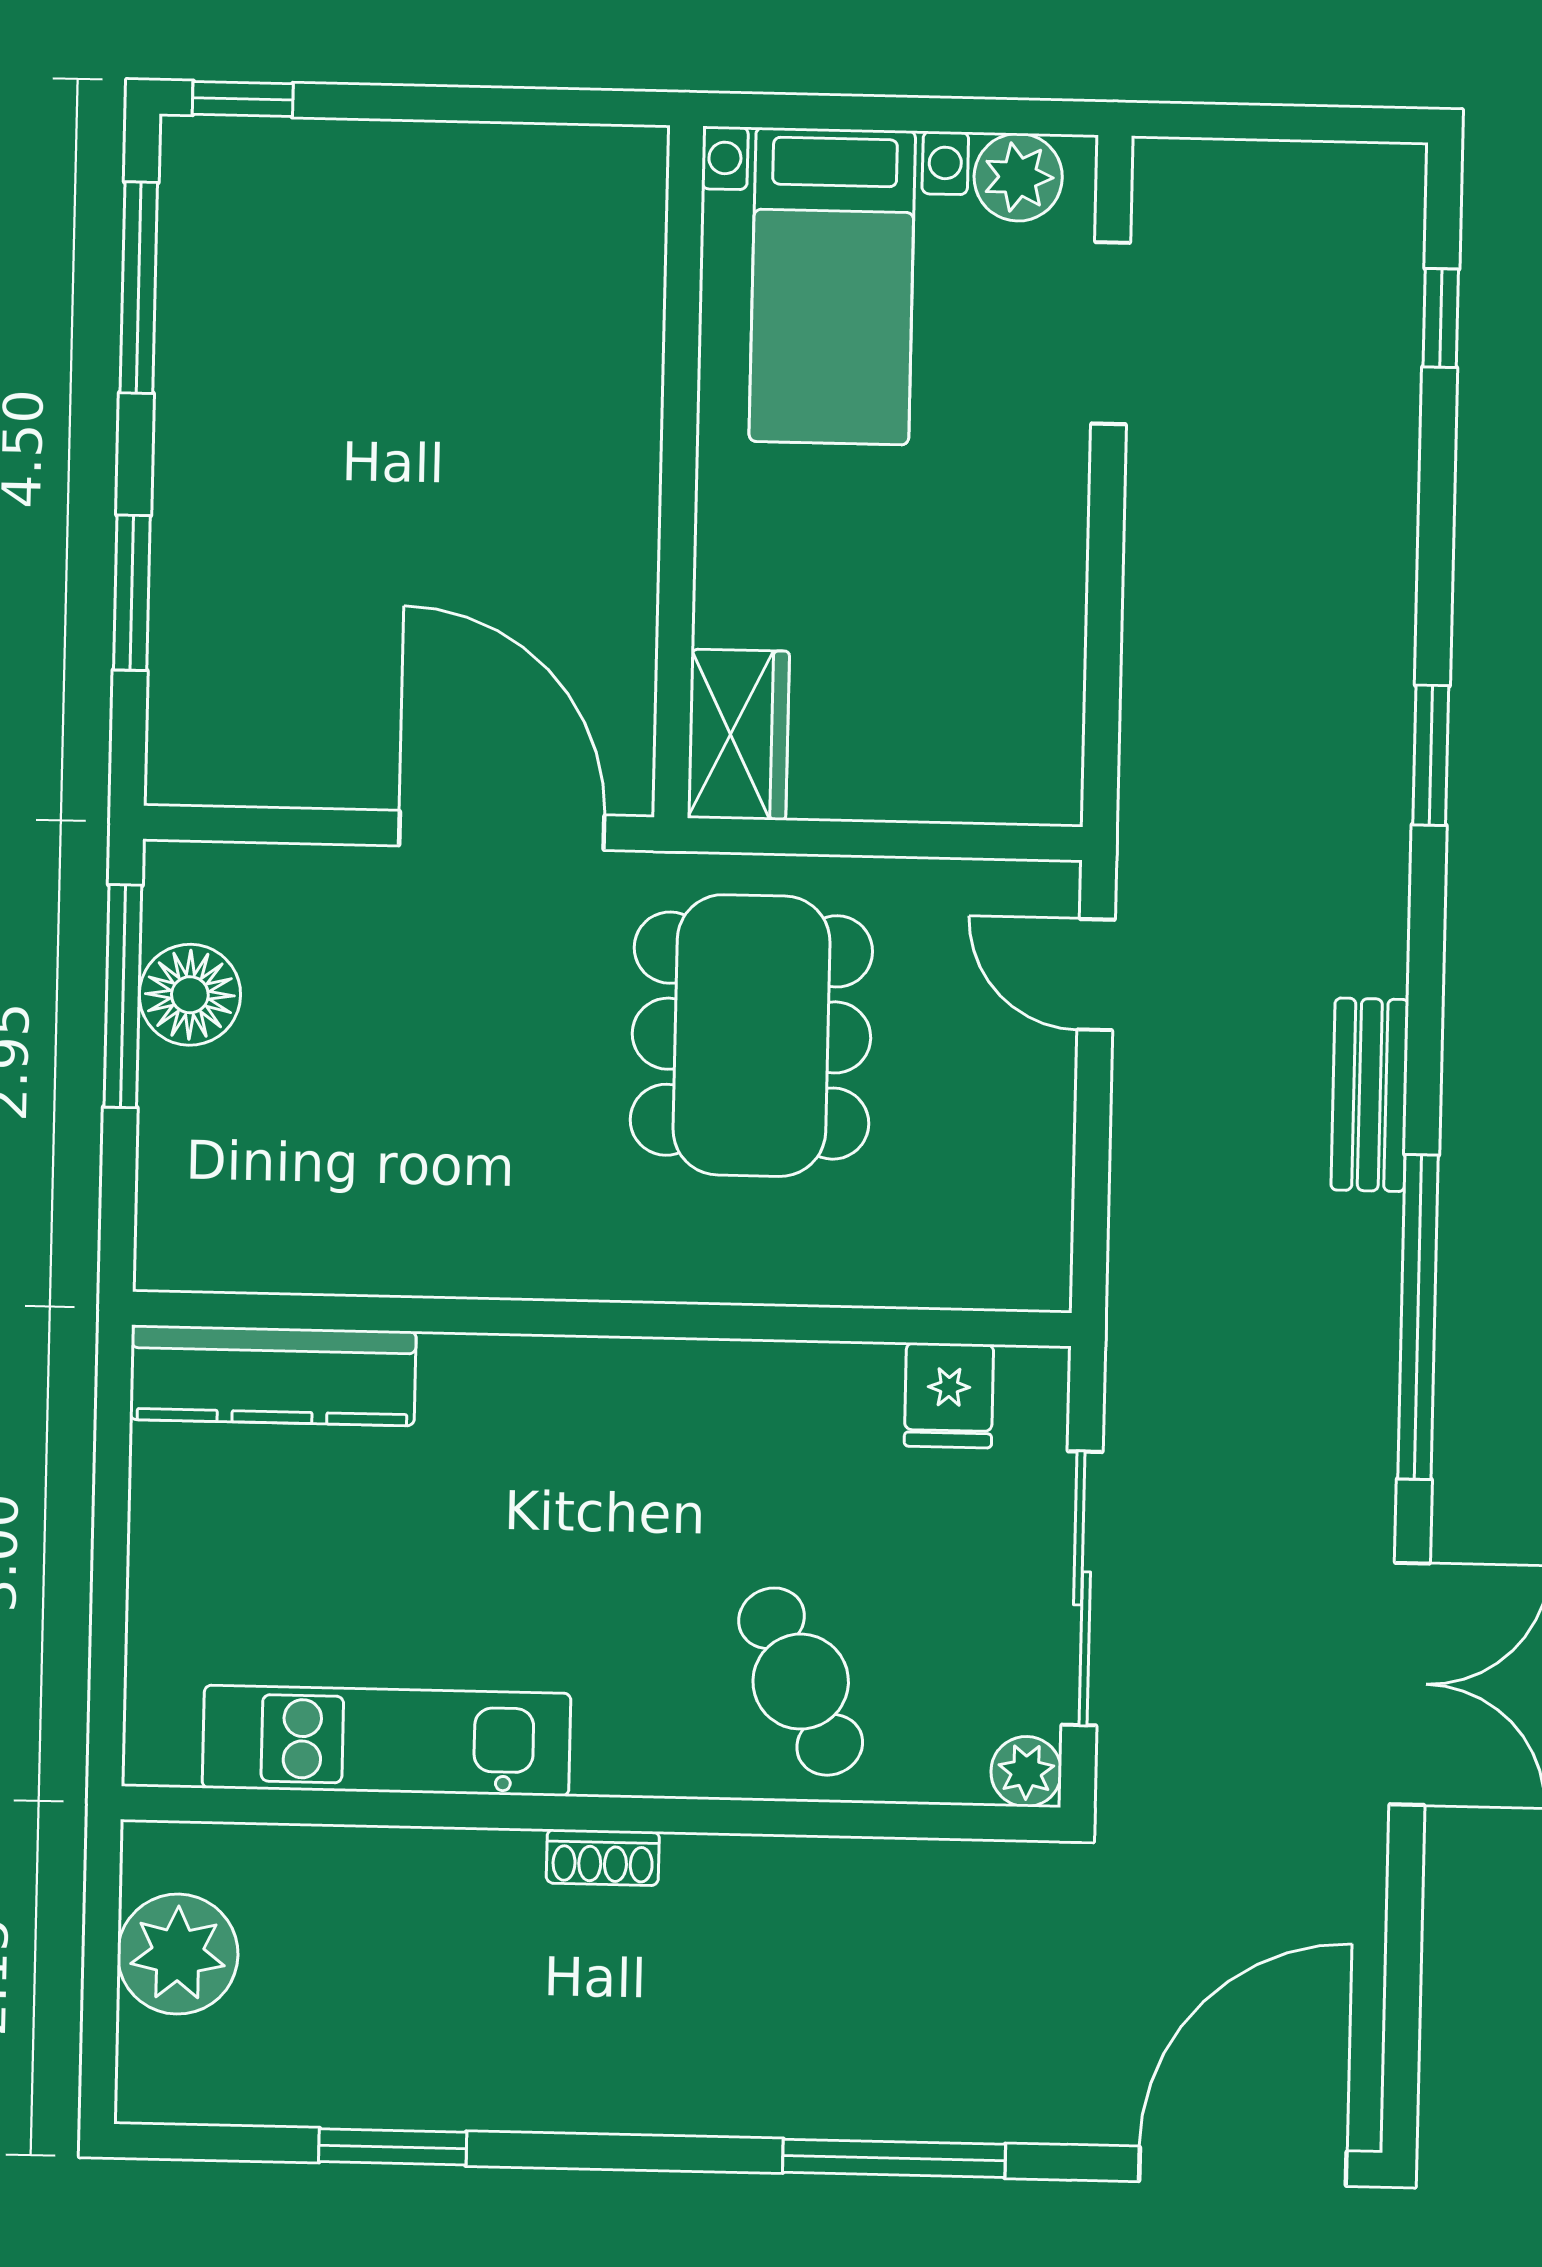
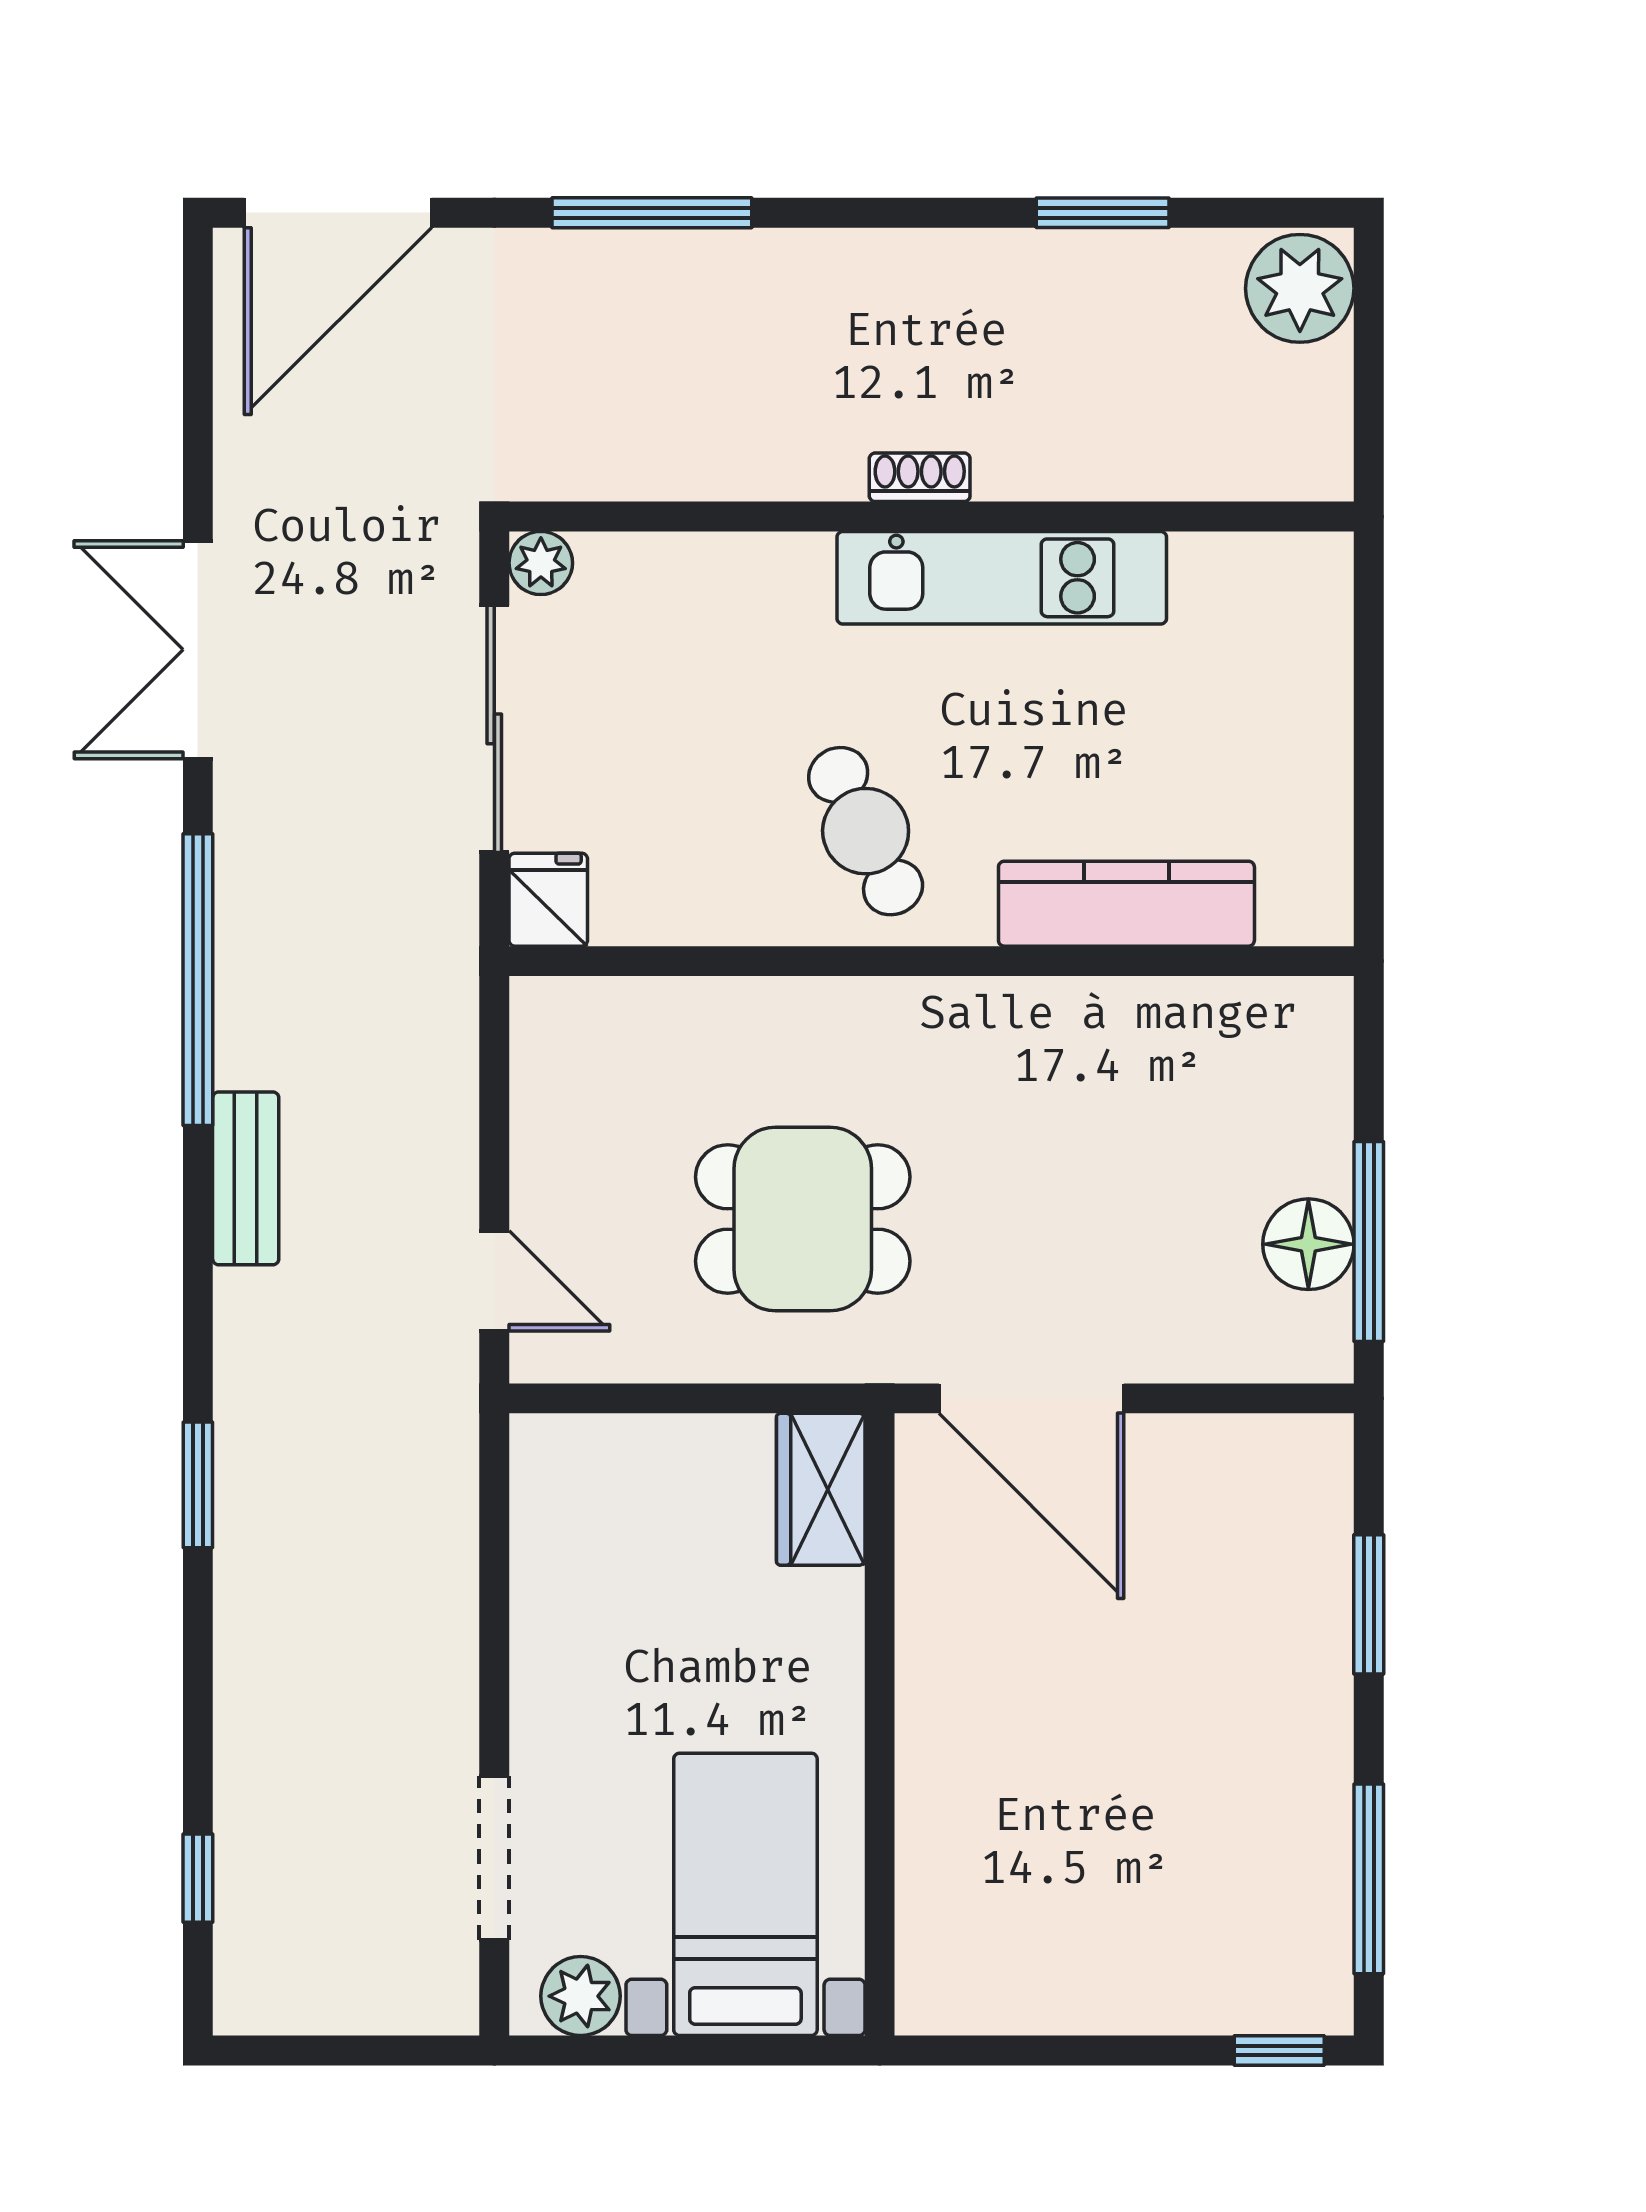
dining table: (751, 1036) -> (803, 1219), width x0.73
kitchen counter: (273, 1375) -> (1126, 904), moved
fridge: (949, 1395) -> (548, 900), moved
cafe table: (801, 1682) -> (866, 831), moved
kitchen unit: (387, 1741) -> (1002, 578), moved
plant: (178, 1954) -> (1300, 288), moved

